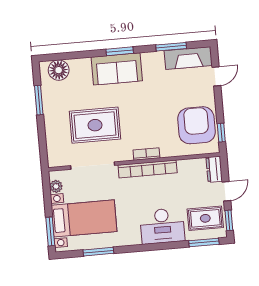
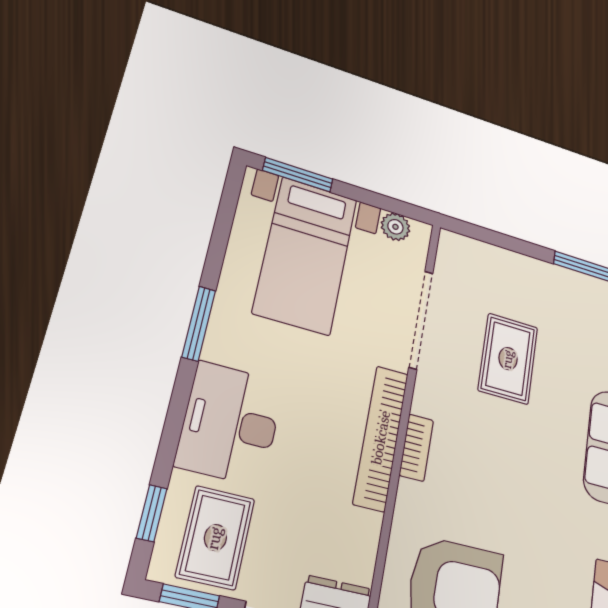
rug: (95, 125) -> (508, 359), width x0.73, depth x0.70
window: (204, 242) -> (152, 513), width x0.67
window: (98, 252) -> (199, 324), moved

